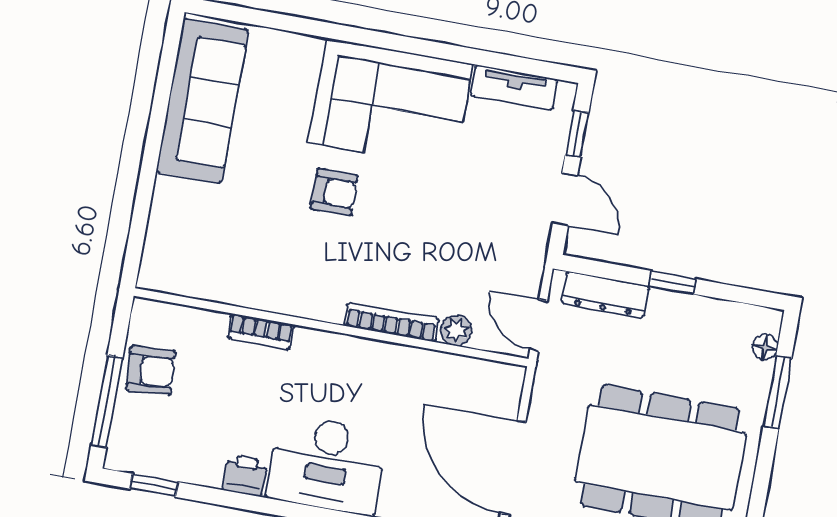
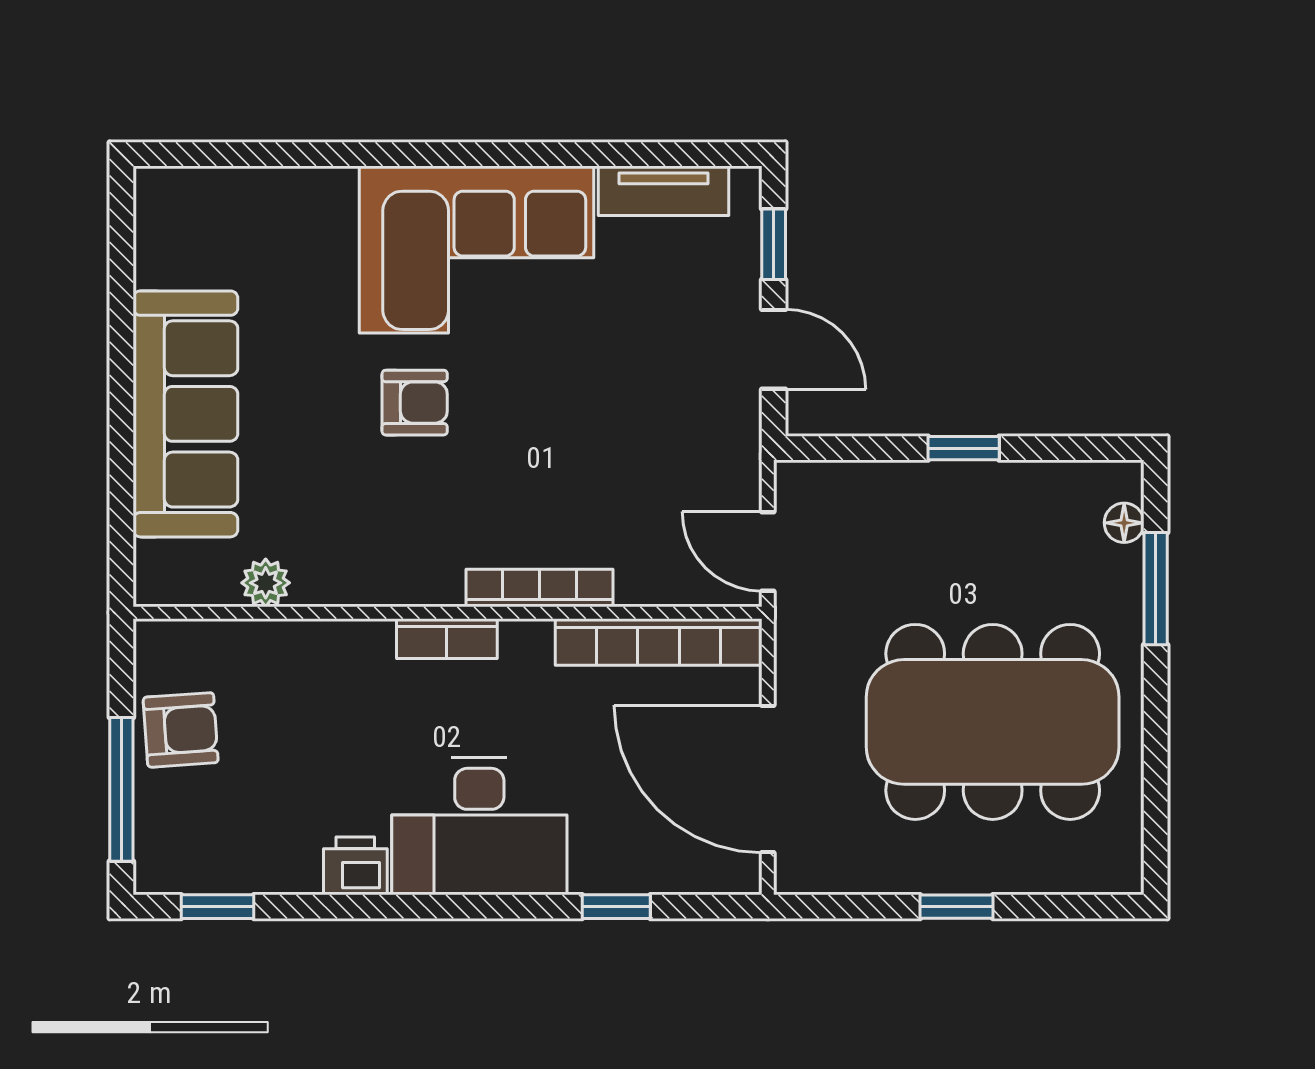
sofa: (202, 101) -> (185, 414), moved
dresser: (605, 295) -> (862, 486), removed
plant: (456, 330) -> (266, 583), moved
bookcase: (260, 331) -> (447, 639), moved
bookcase: (460, 369) -> (659, 642), added

